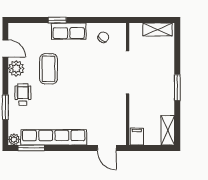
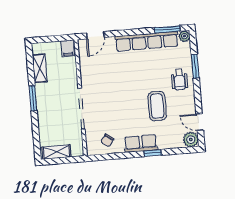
plant: (16, 68) -> (191, 140), moved
shelving: (168, 130) -> (40, 68), moved
door: (107, 148) -> (95, 35), swing flipped

